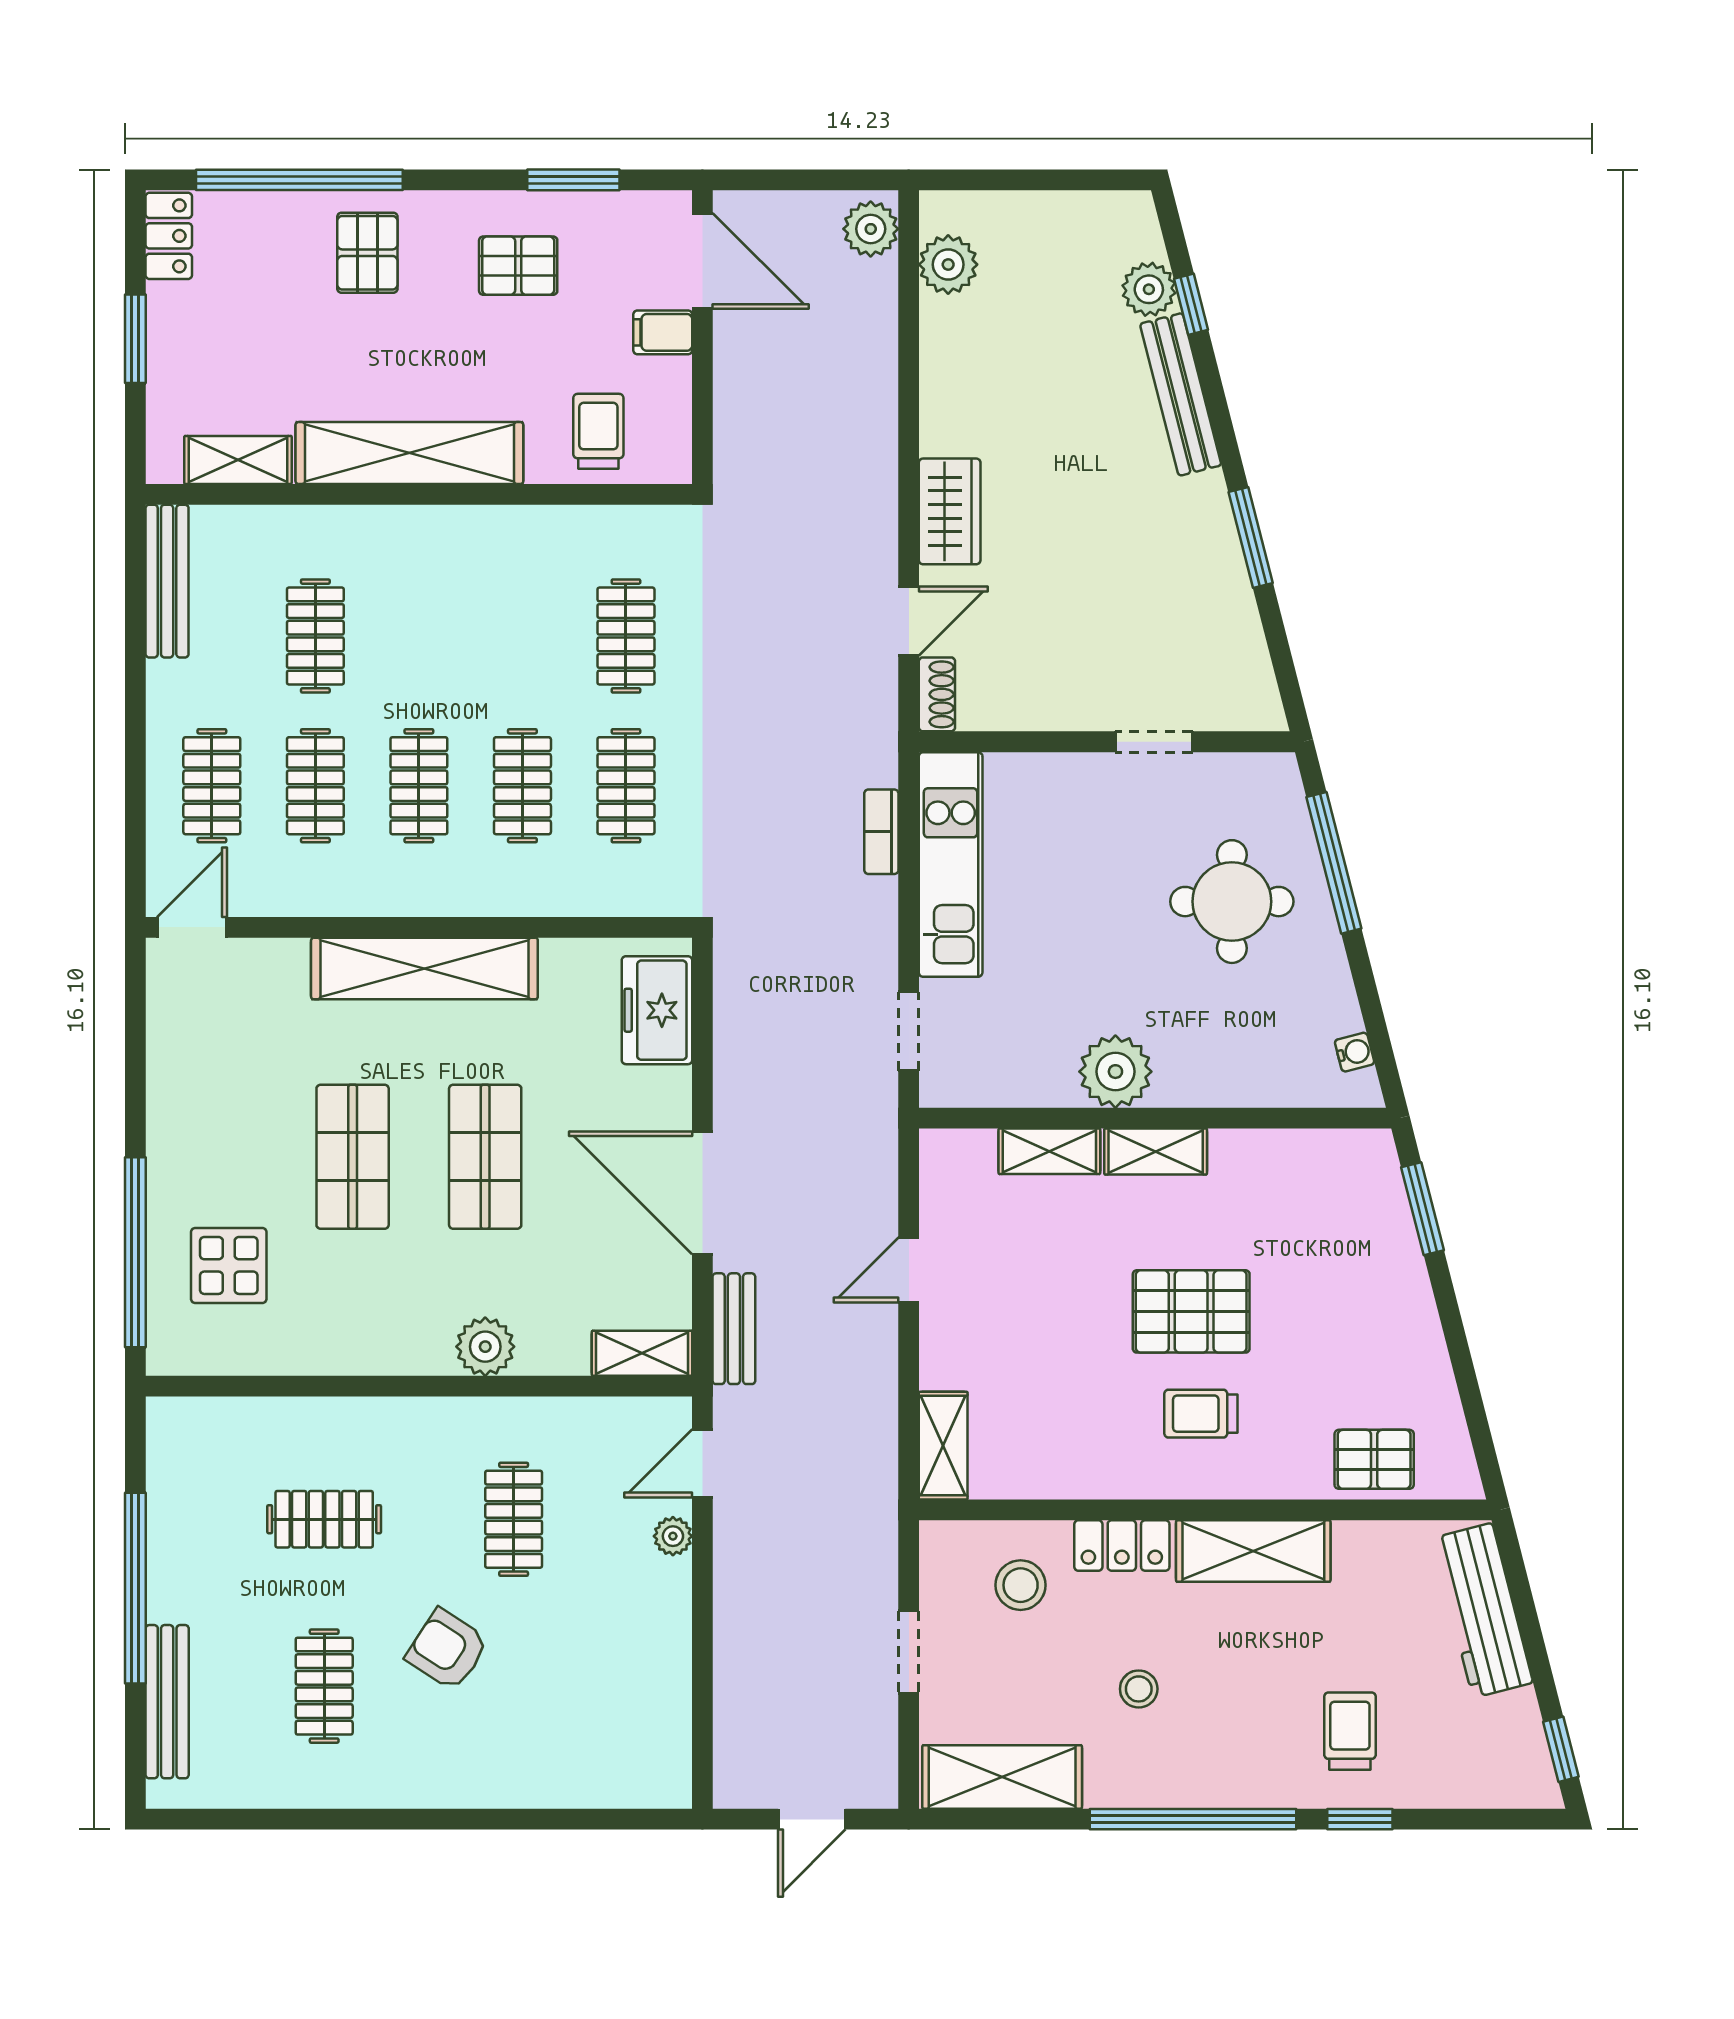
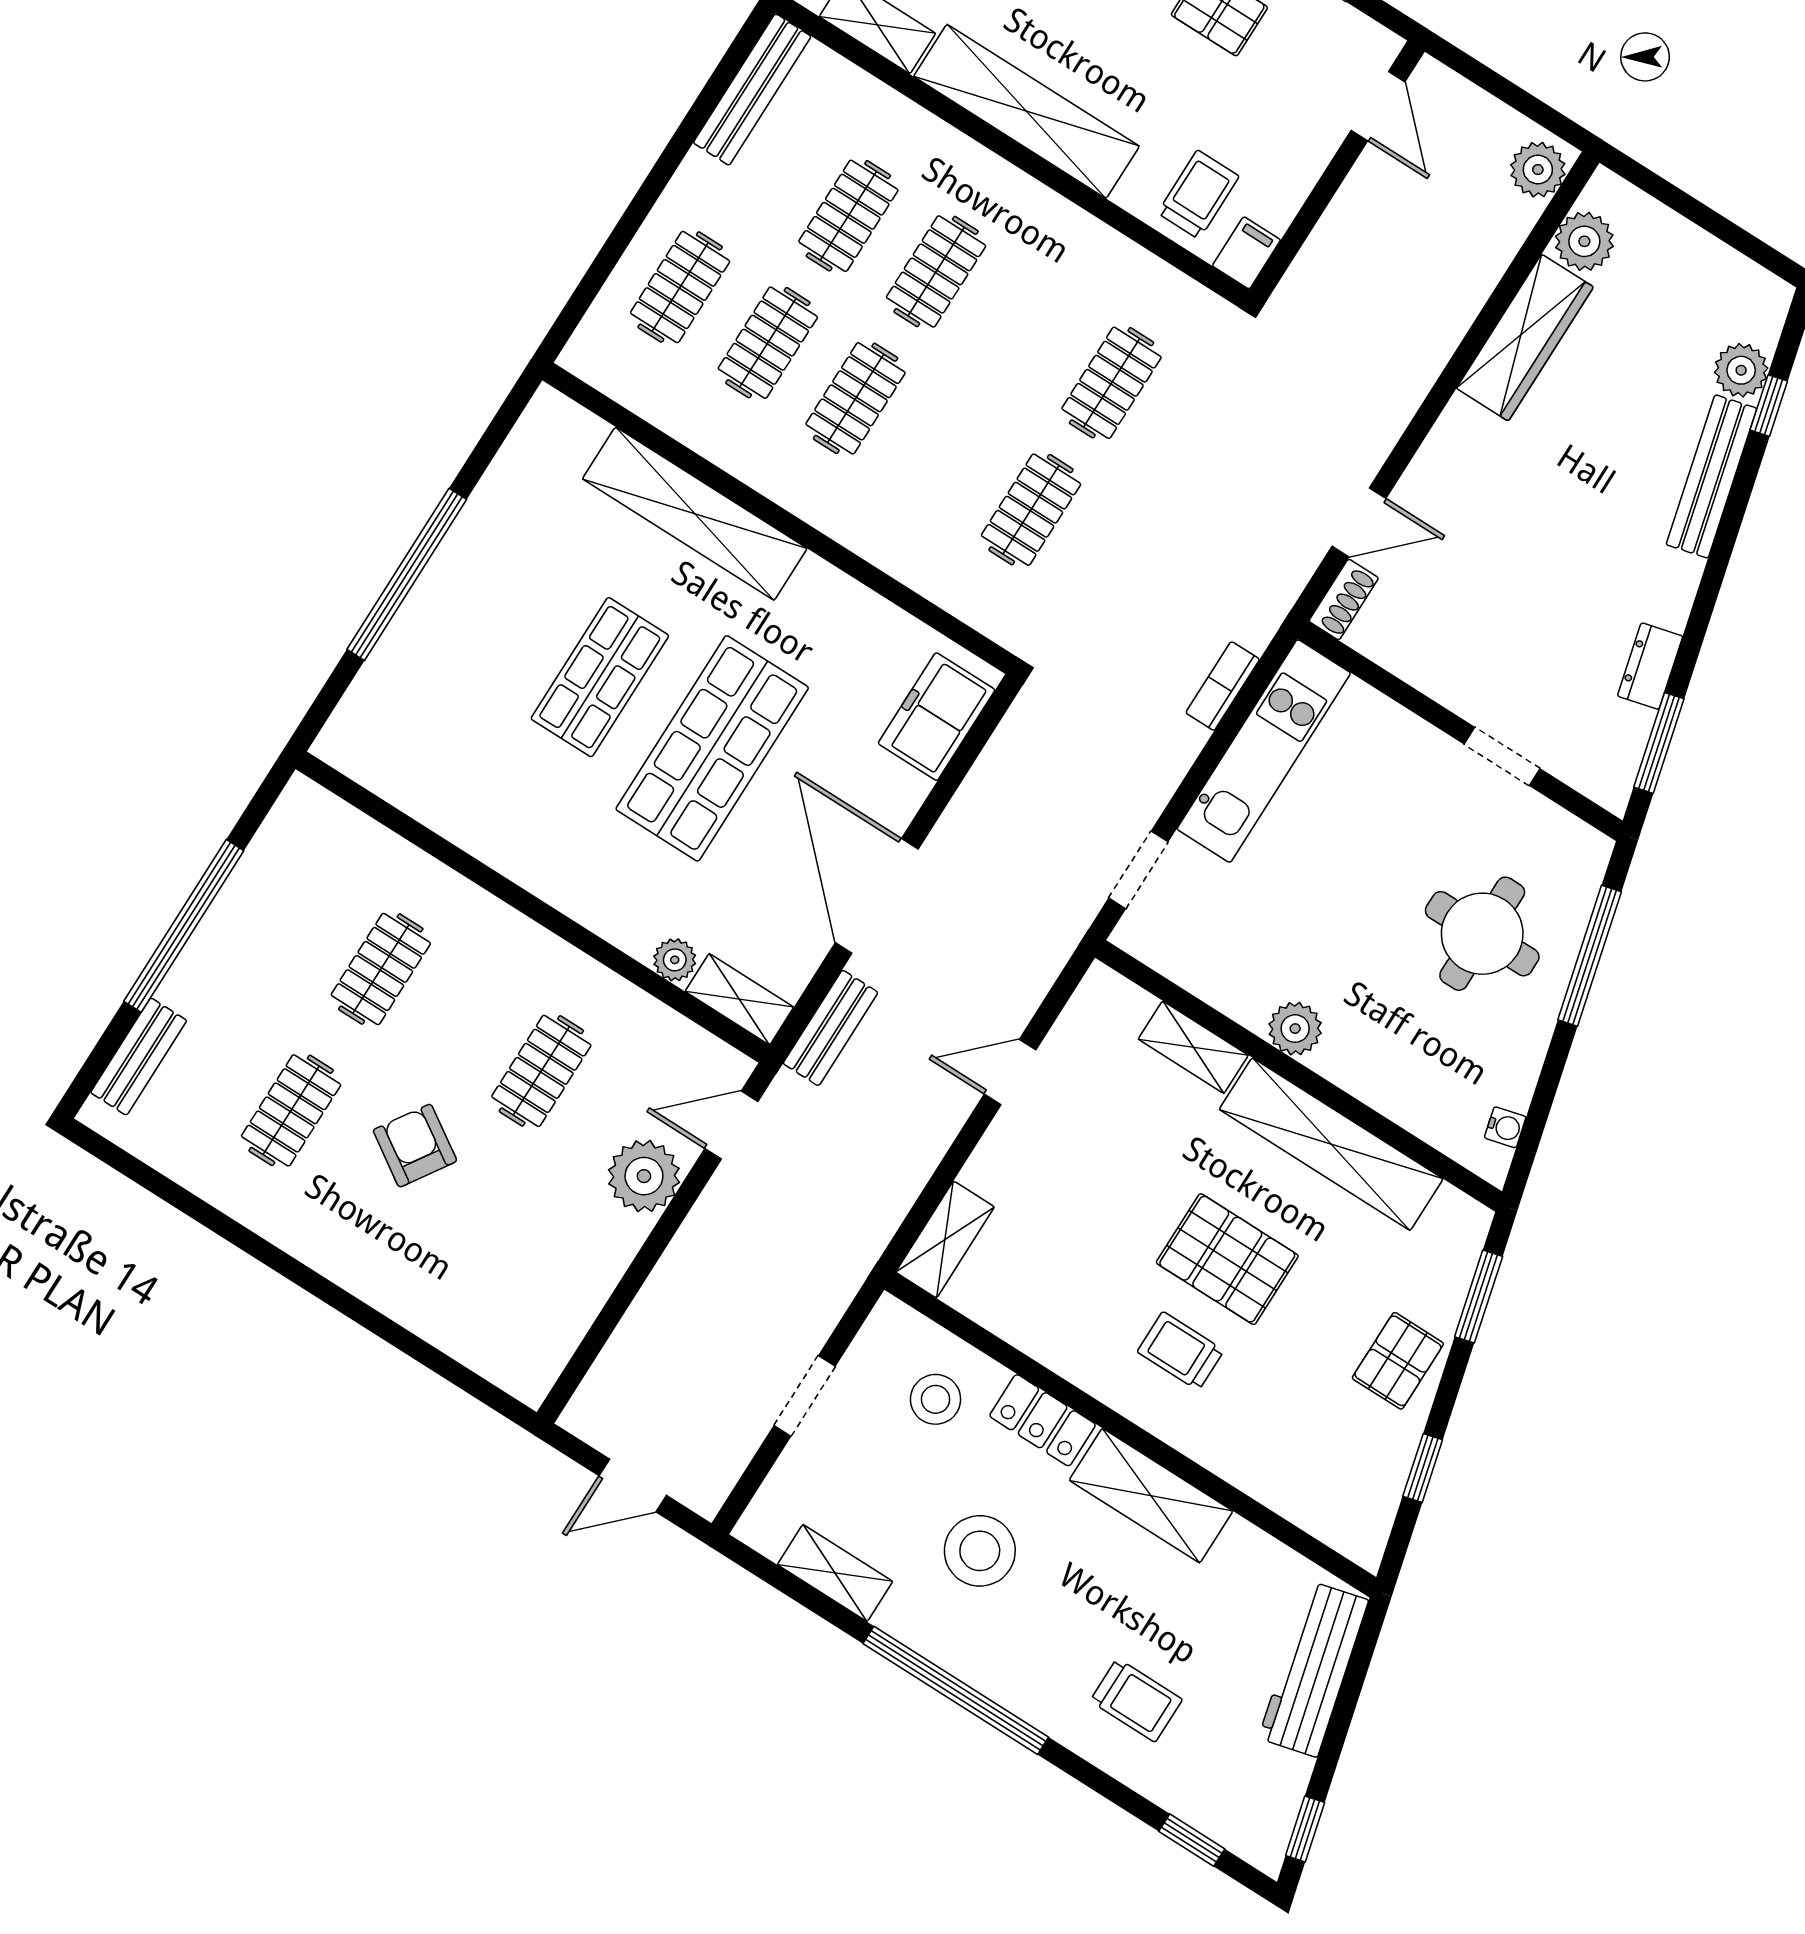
door: (702, 261) -> (1378, 106), width x0.73
filing cabinet: (663, 332) -> (1246, 253), moved, turned 90
wardrobe: (950, 511) -> (1525, 338), moved, width x1.50
window: (1251, 538) -> (1659, 743), moved
dresser: (1230, 587) -> (1650, 666), added
clothes rail: (522, 786) -> (936, 271), moved
door: (192, 927) -> (587, 396), removed
shelving: (424, 969) -> (695, 514), moved
plant: (1115, 1072) -> (1295, 1029), width x0.73, depth x0.73
shelving: (1156, 1151) -> (1331, 1144), width x2.20, depth x1.33
shop shelf: (485, 1157) -> (712, 748), width x1.43, depth x1.36
window: (135, 1252) -> (407, 574), moved
display table: (229, 1265) -> (436, 703), removed
plant: (485, 1347) -> (675, 960), moved, width x0.73, depth x0.73
window: (1467, 1383) -> (1423, 1468), added
pallet: (1374, 1459) -> (1398, 1361), moved, turned 90
clothes rail: (324, 1519) -> (381, 969), turned 90
plant: (673, 1536) -> (644, 1176), width x1.88, depth x1.88
stool: (1139, 1689) -> (980, 1551), width x1.89, depth x1.89
bench: (167, 1702) -> (139, 1057), width x0.73
trolley: (1350, 1731) -> (1136, 1700), turned 90
shelving: (1002, 1777) -> (835, 1573), width x0.67, depth x0.75
window: (1360, 1819) -> (1192, 1840), moved

